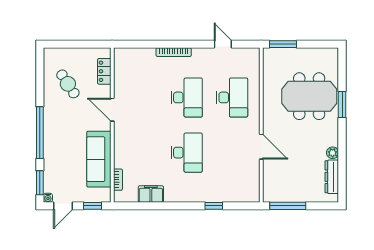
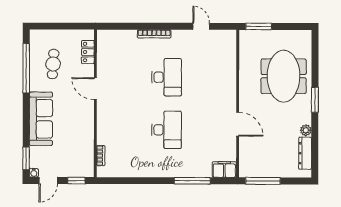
cafe table: (68, 84) -> (53, 64), turned 37
meeting table: (309, 96) -> (284, 76), turned 90
desk: (232, 97) -> (210, 77), removed
window: (342, 104) -> (315, 100), moved
window: (40, 133) -> (26, 68), moved
sofa: (99, 159) -> (41, 119), moved, turned 180
filing cabinet: (151, 194) -> (224, 170), moved
window: (214, 206) -> (192, 181), width x2.17

